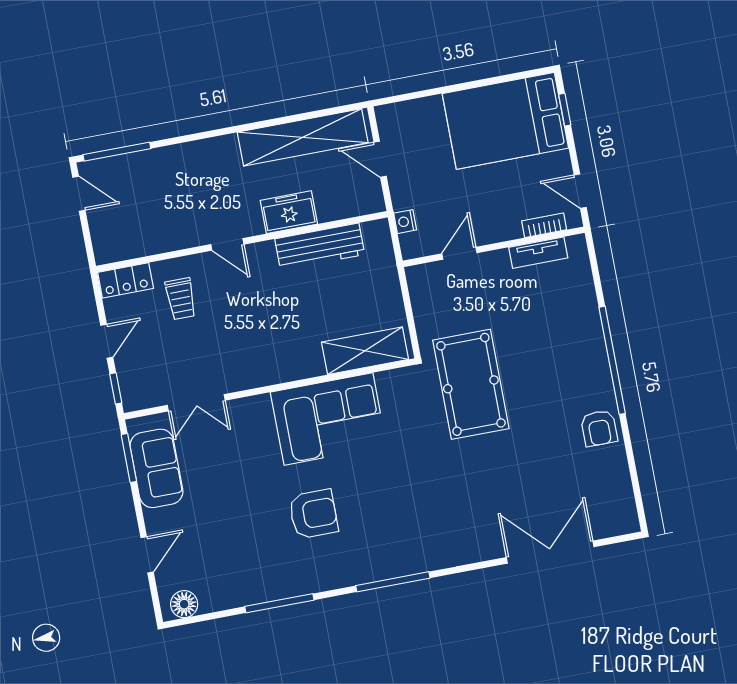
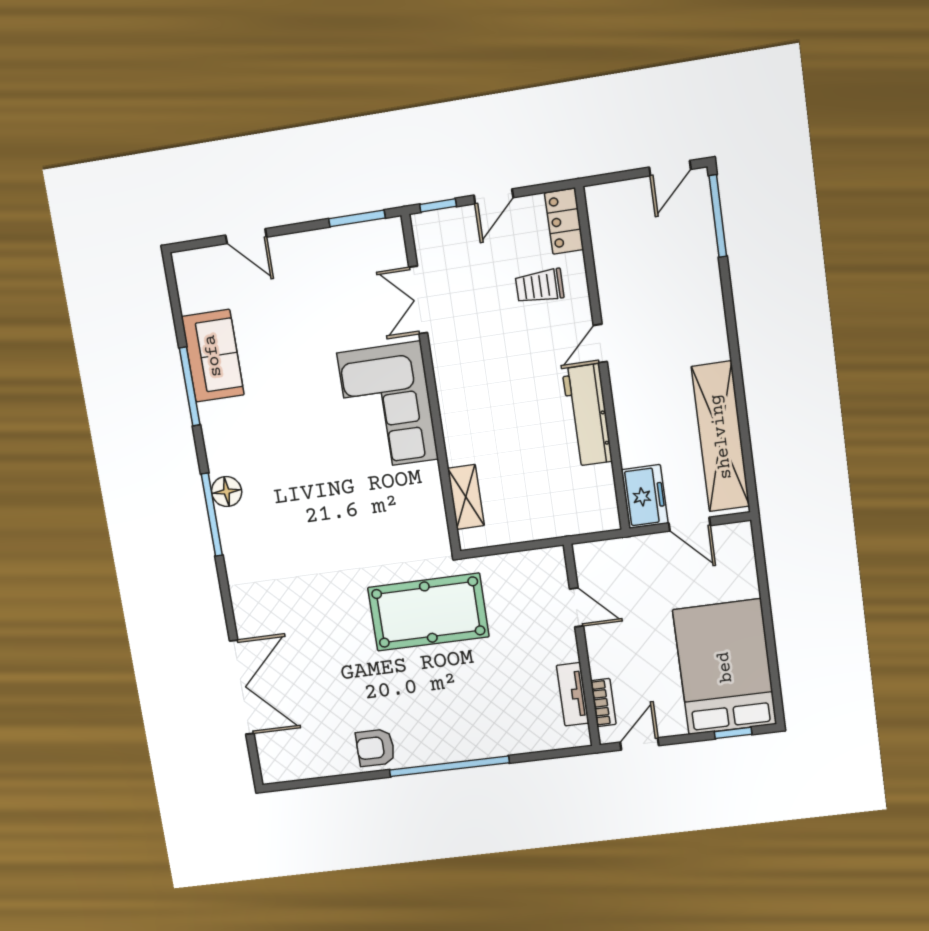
door: (380, 159) -> (689, 524), swing flipped
freezer: (289, 212) -> (645, 496), moved
nightstand: (405, 222) -> (616, 549), removed
workbench: (320, 247) -> (587, 415), moved
door: (107, 341) -> (494, 196), hinge flipped
shelving: (365, 351) -> (466, 497), width x0.67, depth x0.75
corner sofa: (328, 419) -> (388, 406), moved
sofa: (156, 468) -> (213, 356), moved, turned -90
armchair: (313, 514) -> (288, 429), removed
floor lamp: (184, 604) -> (227, 491), moved

